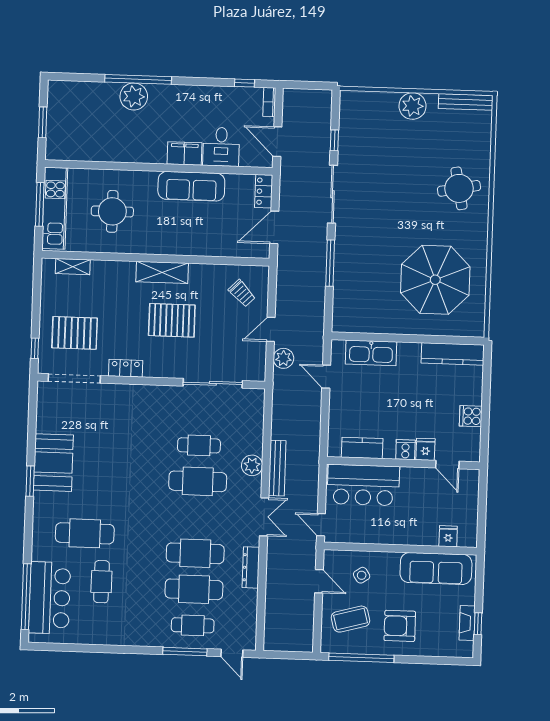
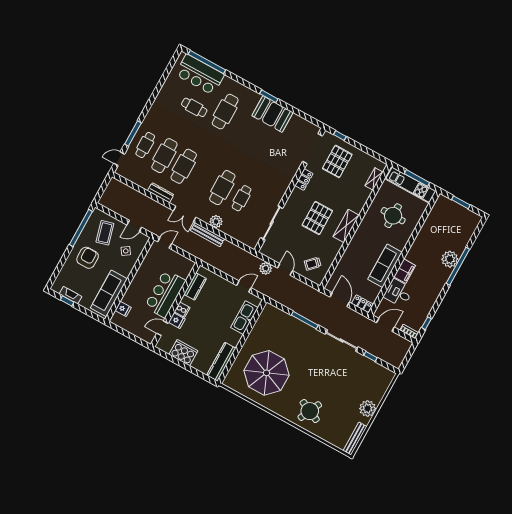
round table: (459, 188) -> (310, 411), turned 36
cooker: (471, 416) -> (183, 353), width x1.87, depth x1.31
bar counter: (363, 485) -> (165, 294), moved

